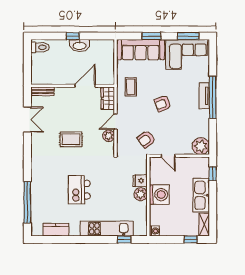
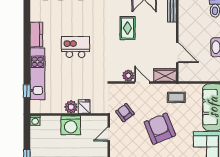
armchair: (163, 104) -> (160, 129), width x1.88, depth x1.88
rug: (71, 139) -> (128, 28), moved
kitchen counter: (56, 230) -> (36, 34), moved

